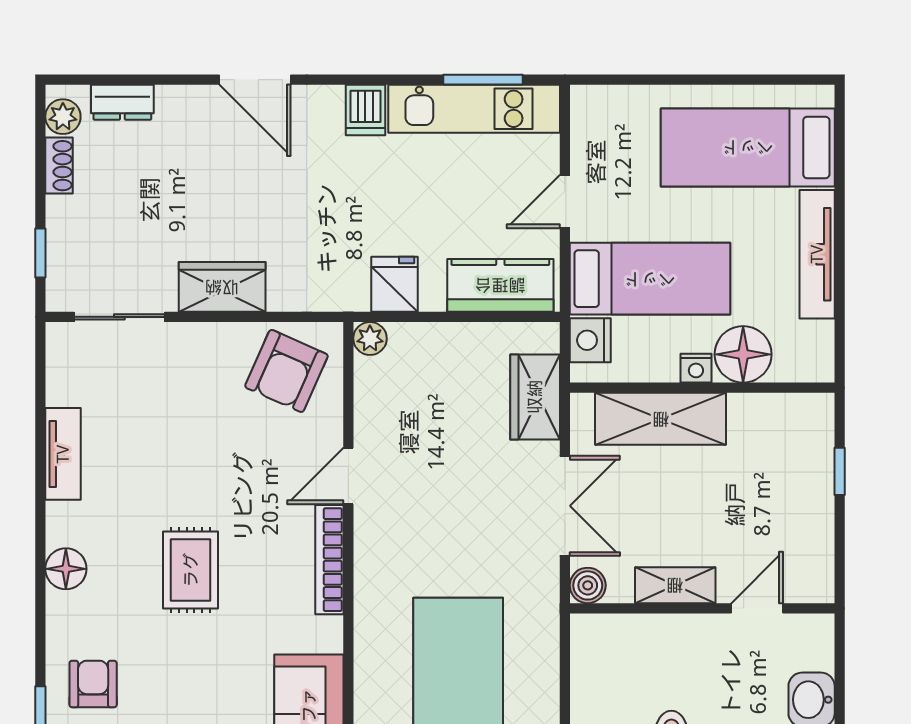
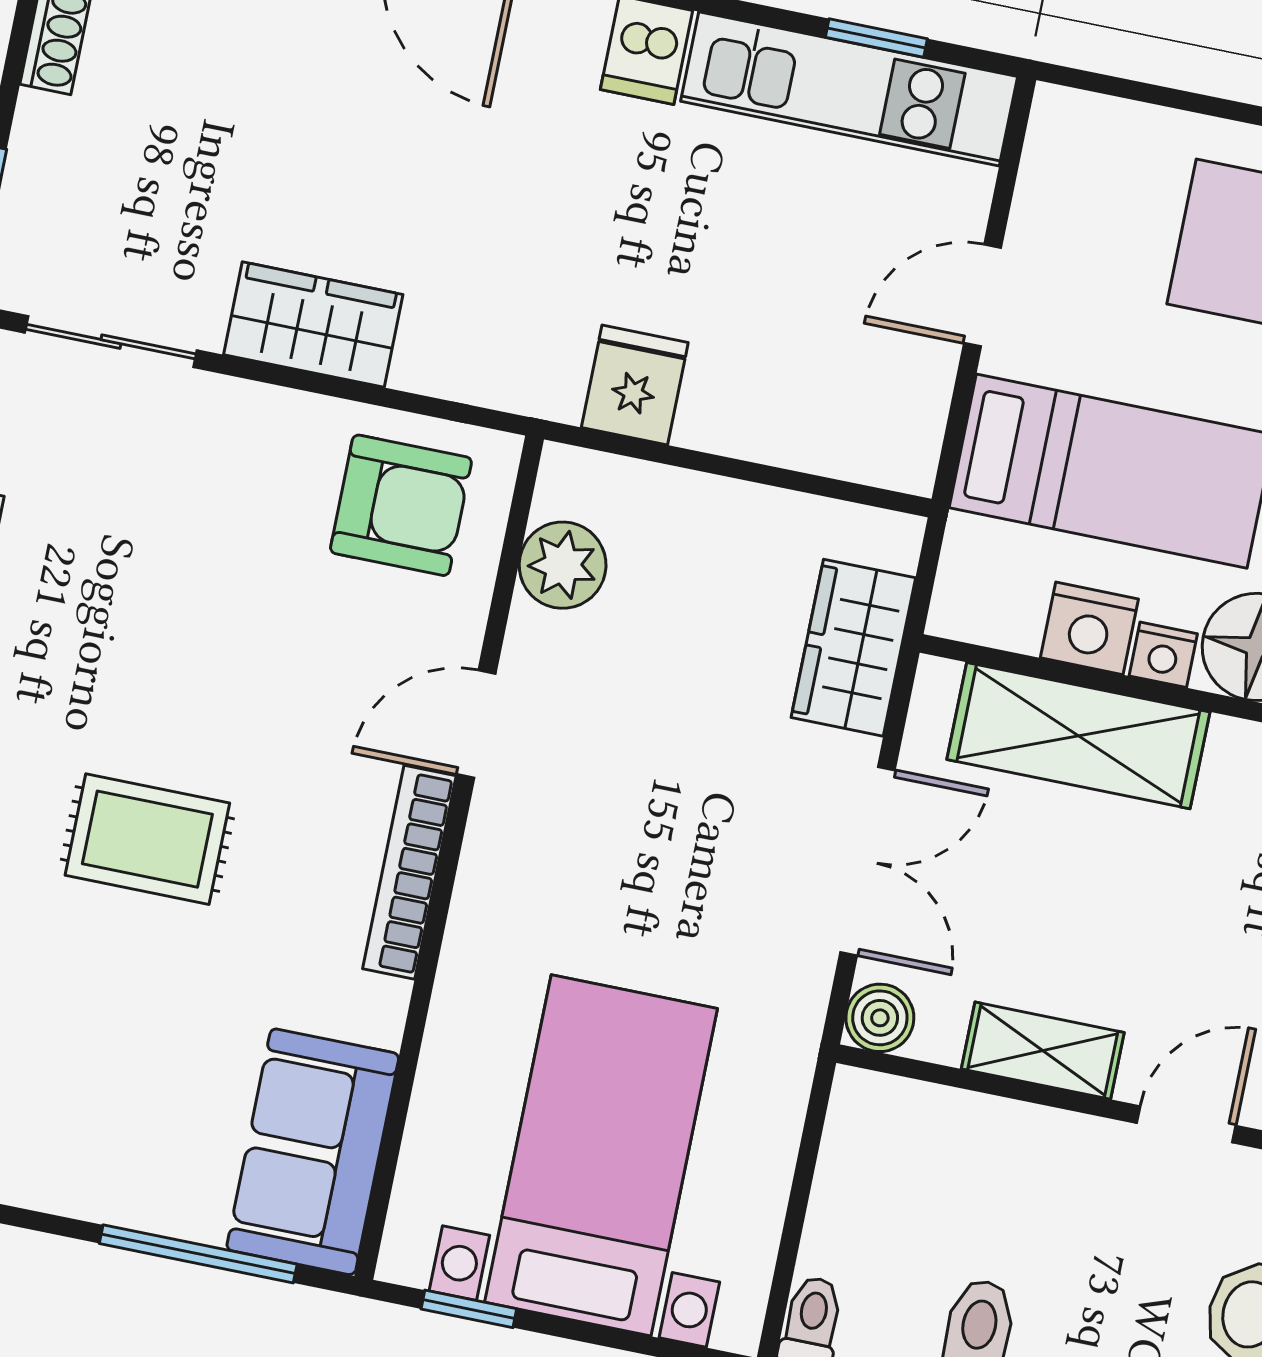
window: (483, 80) -> (876, 38), width x0.67
kitchen counter: (500, 285) -> (831, 427), removed
plant: (370, 338) -> (563, 565), moved, width x1.38, depth x1.38
nightstand: (590, 340) -> (1089, 628), moved, turned -90
armchair: (286, 371) -> (401, 505), turned -114
rug: (191, 570) -> (147, 839), turned 90

